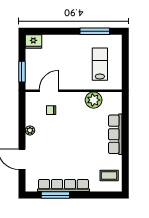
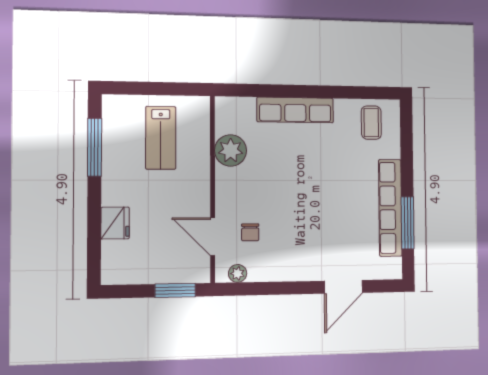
fridge: (33, 42) -> (115, 223), moved
lab bench: (100, 64) -> (161, 138), turned -90
plant: (30, 130) -> (238, 273), moved

